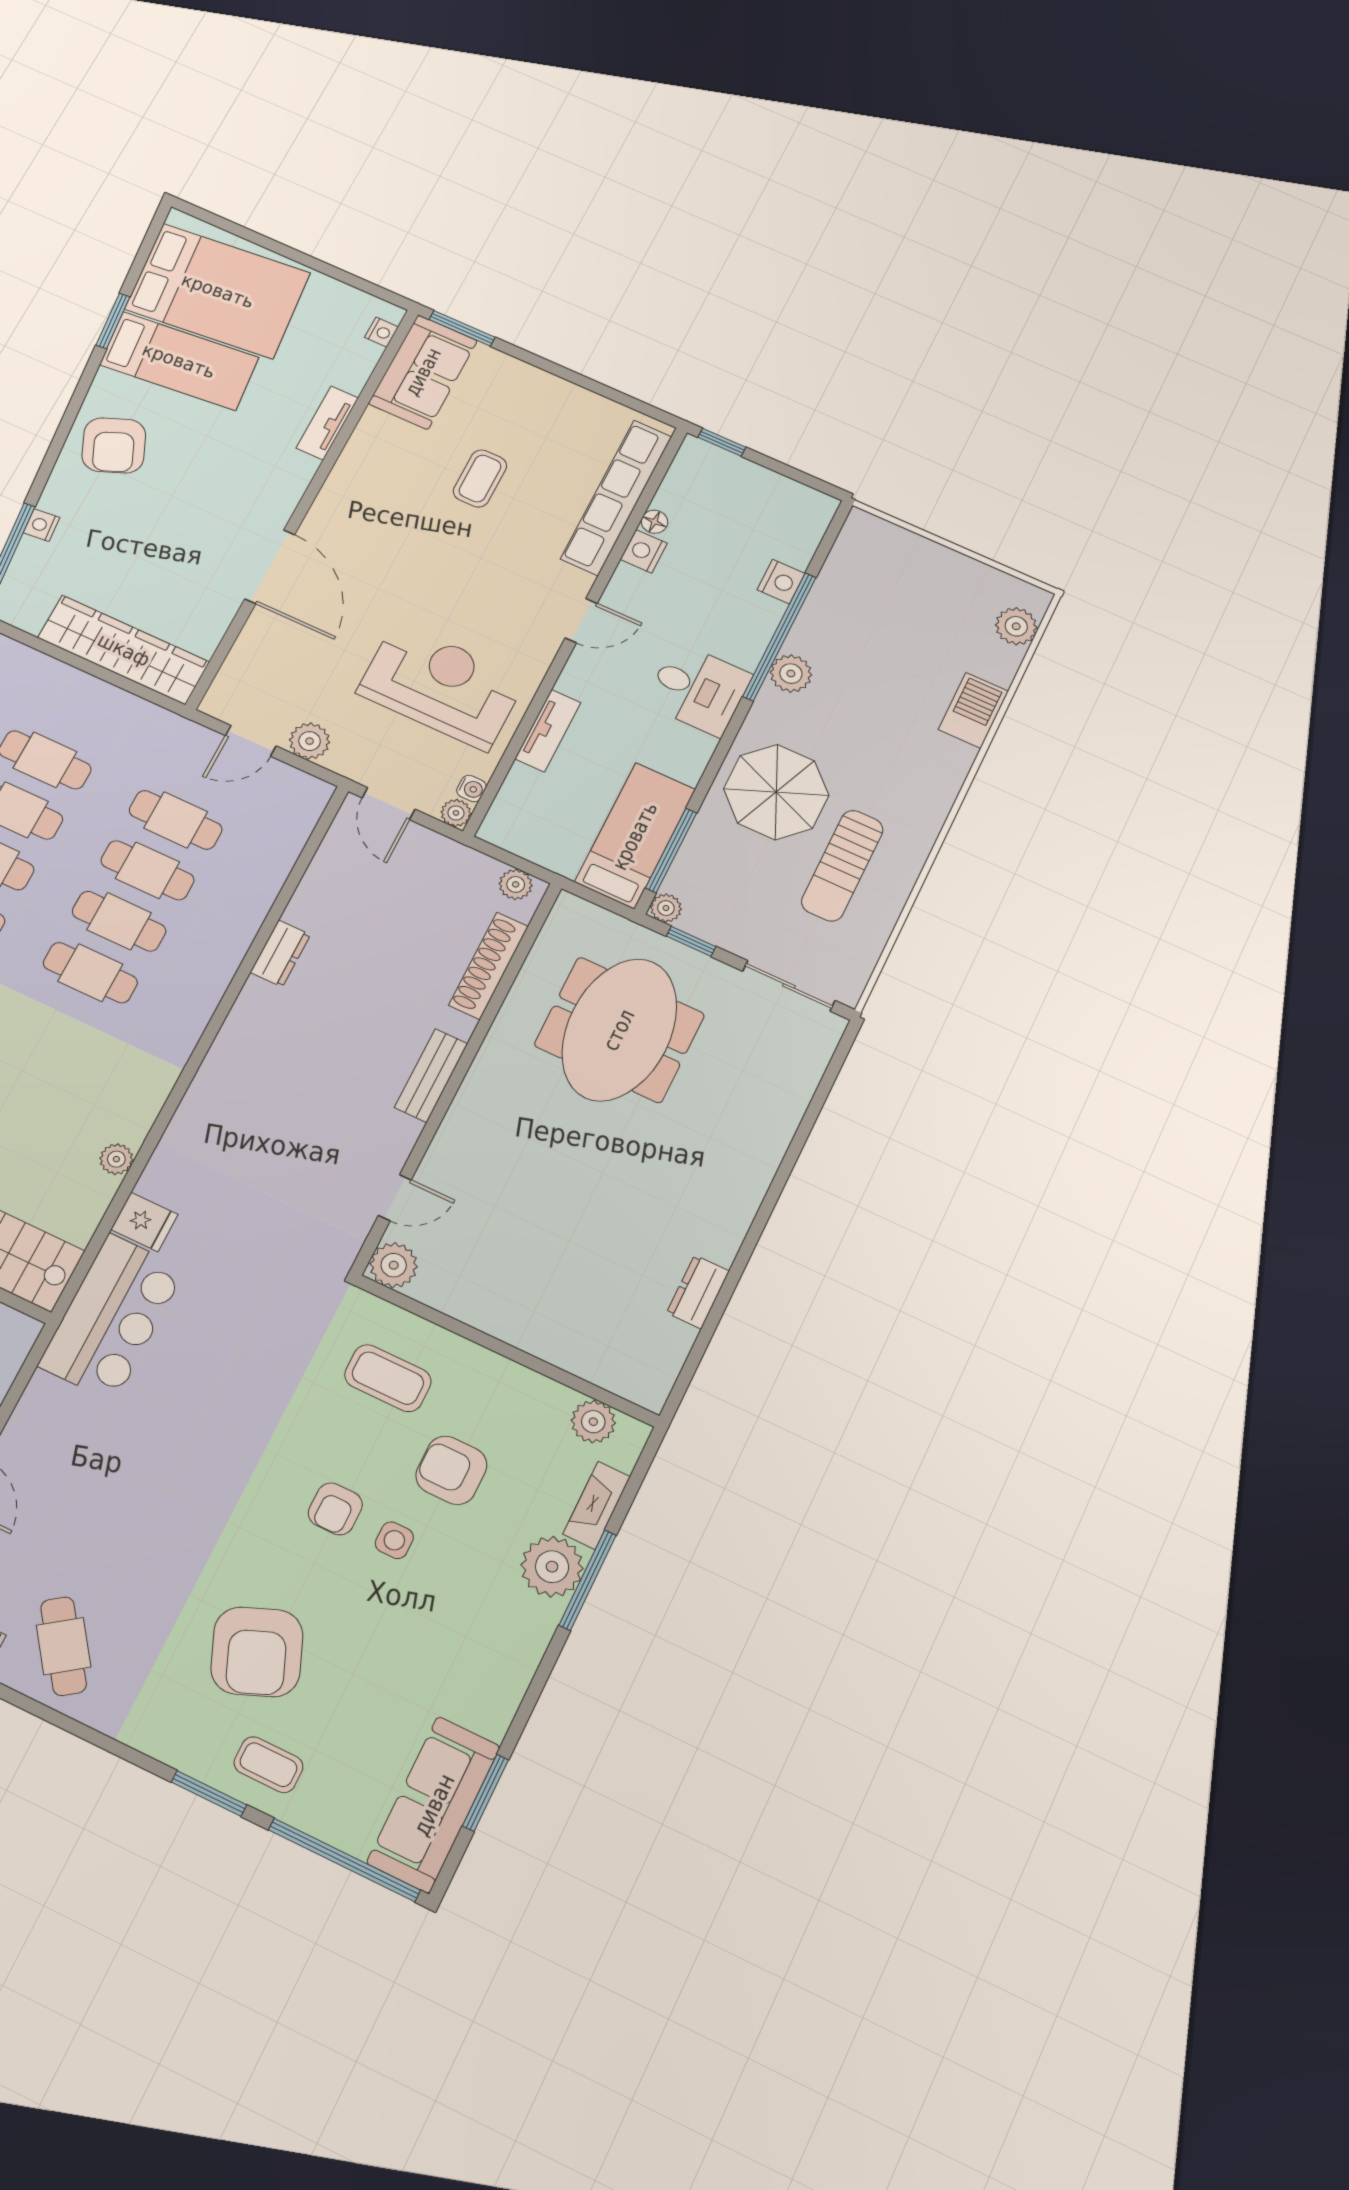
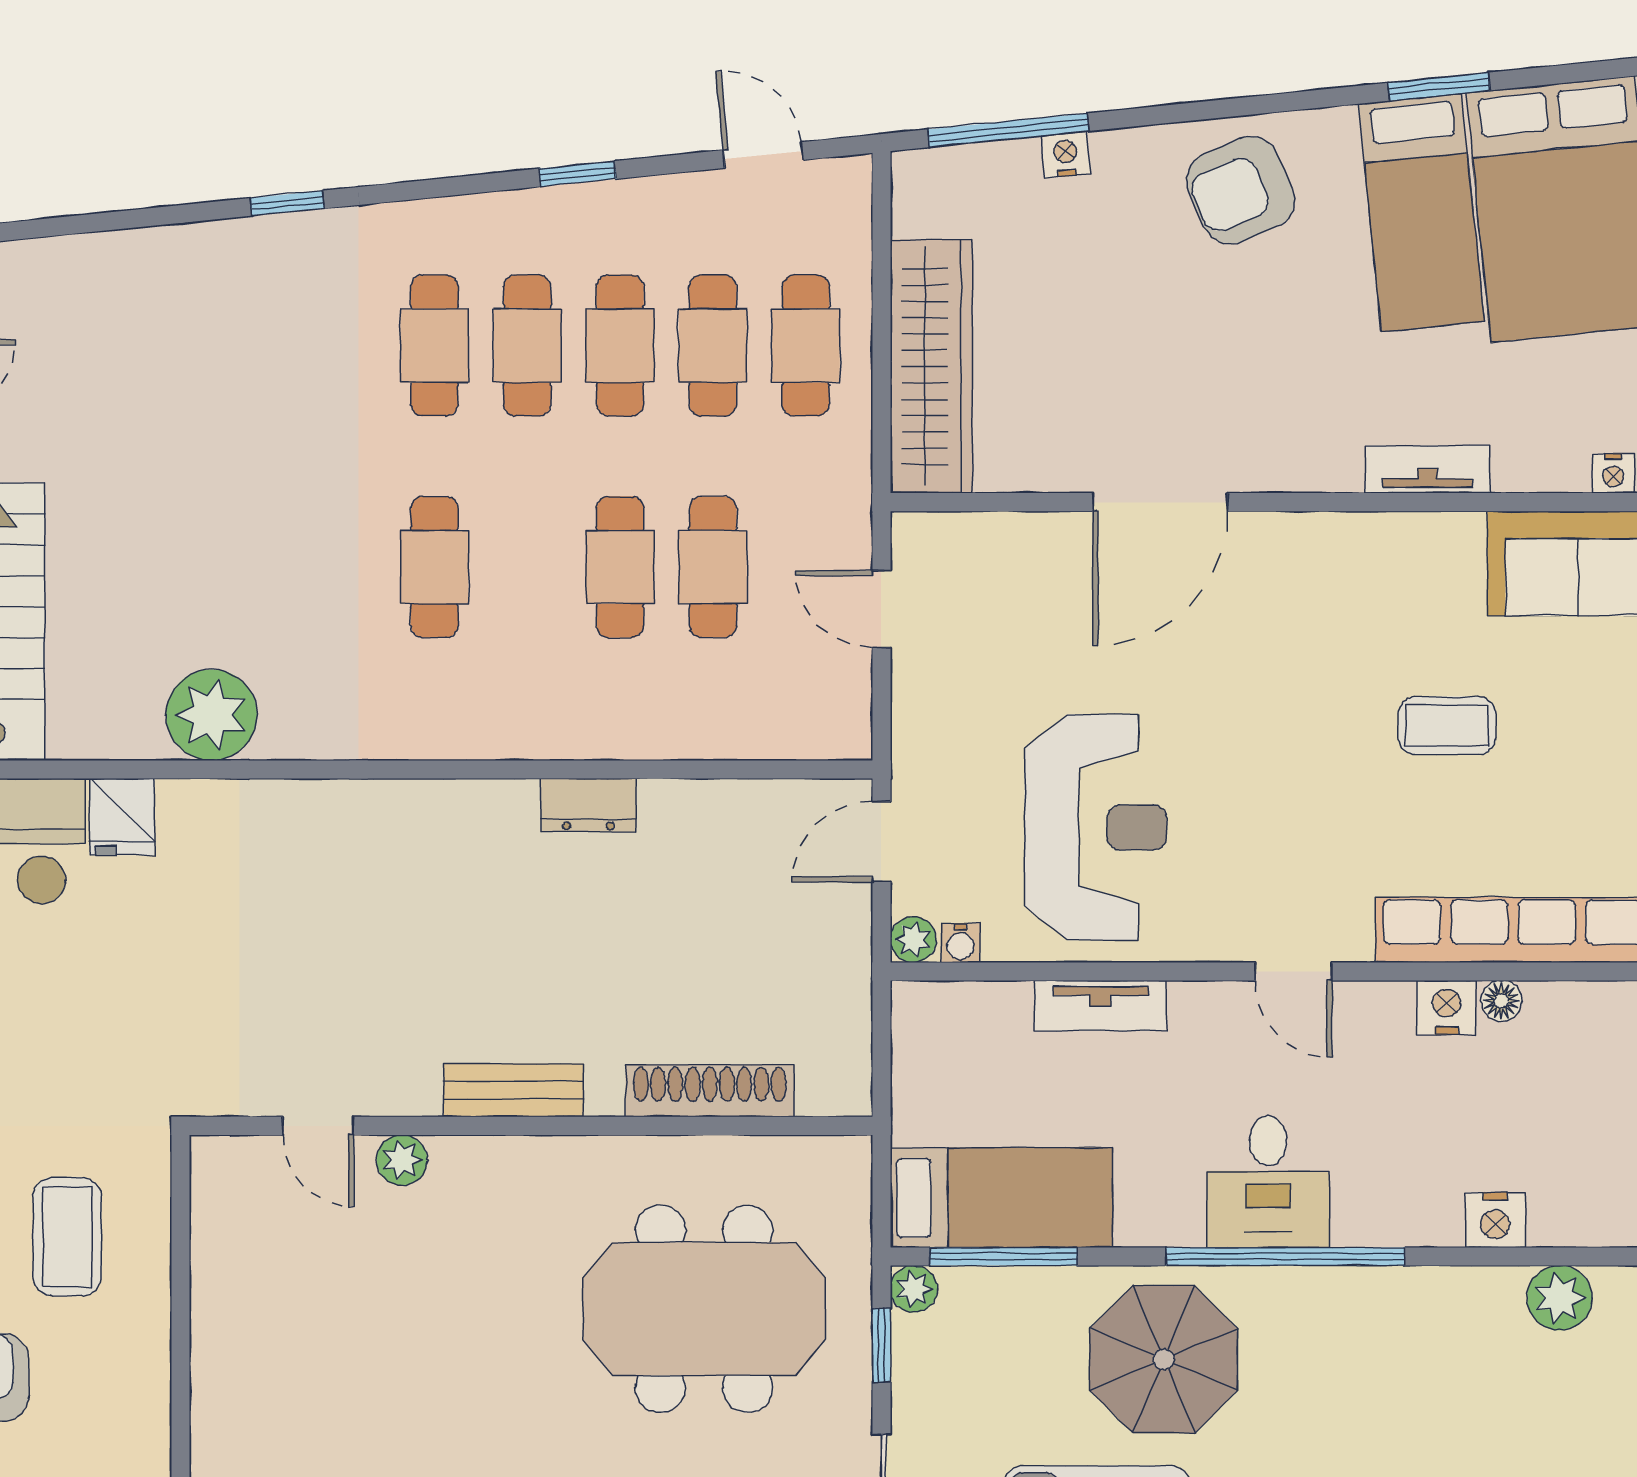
window: (779, 637) -> (1285, 1257), moved
plant: (791, 674) -> (1560, 1298), moved
plant: (310, 741) -> (921, 689), removed
plant: (516, 884) -> (847, 1071), removed
cafe table: (119, 921) -> (806, 346), moved
plant: (116, 1159) -> (212, 715), width x1.88, depth x1.88
plant: (394, 1265) -> (402, 1160), moved, width x0.73, depth x0.73

